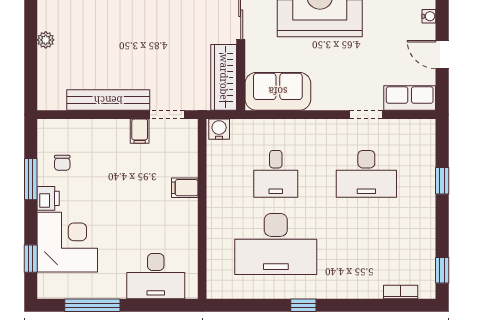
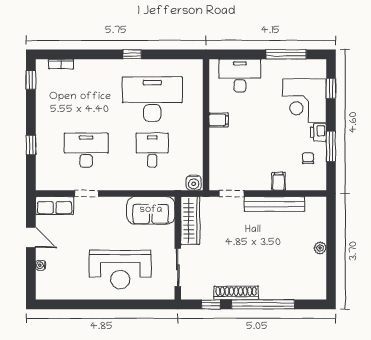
filing cabinet: (140, 131) -> (279, 181), moved
filing cabinet: (185, 188) -> (219, 120), moved

